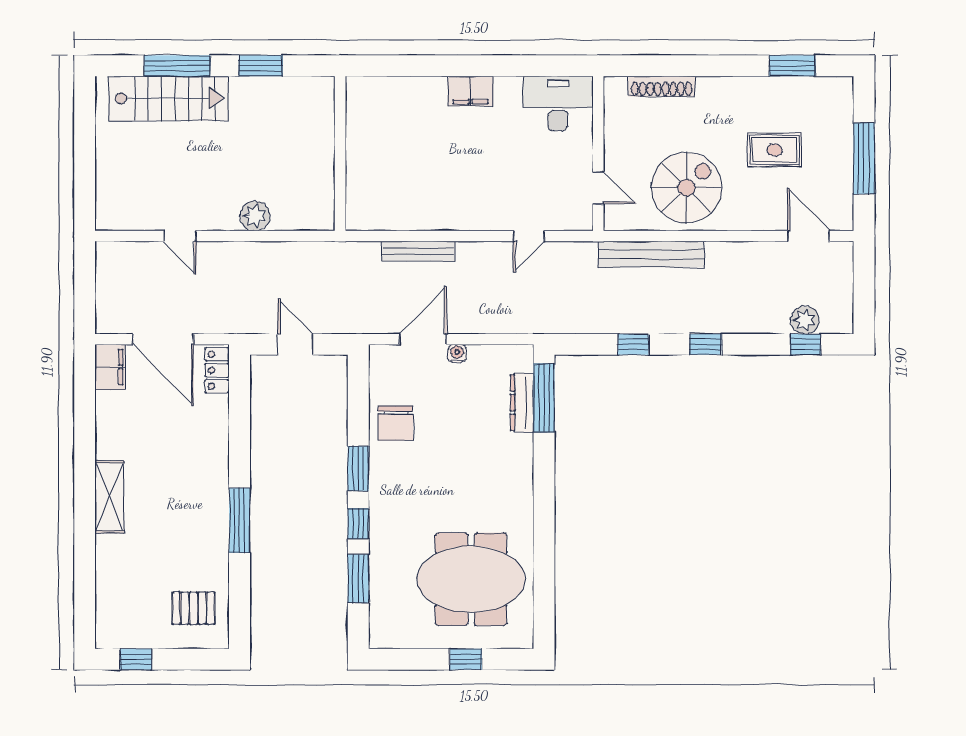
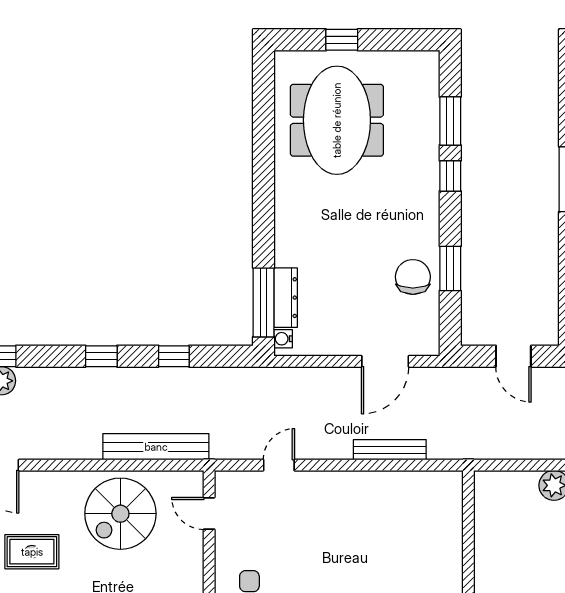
water cooler: (457, 354) -> (283, 339), moved, turned 90
window: (358, 469) -> (450, 269), moved
meeting table: (471, 579) -> (337, 120), turned 90

